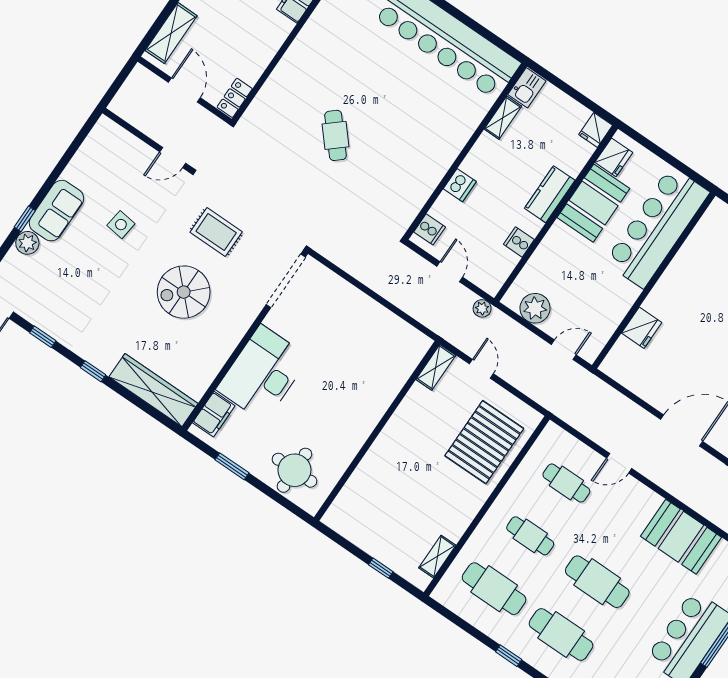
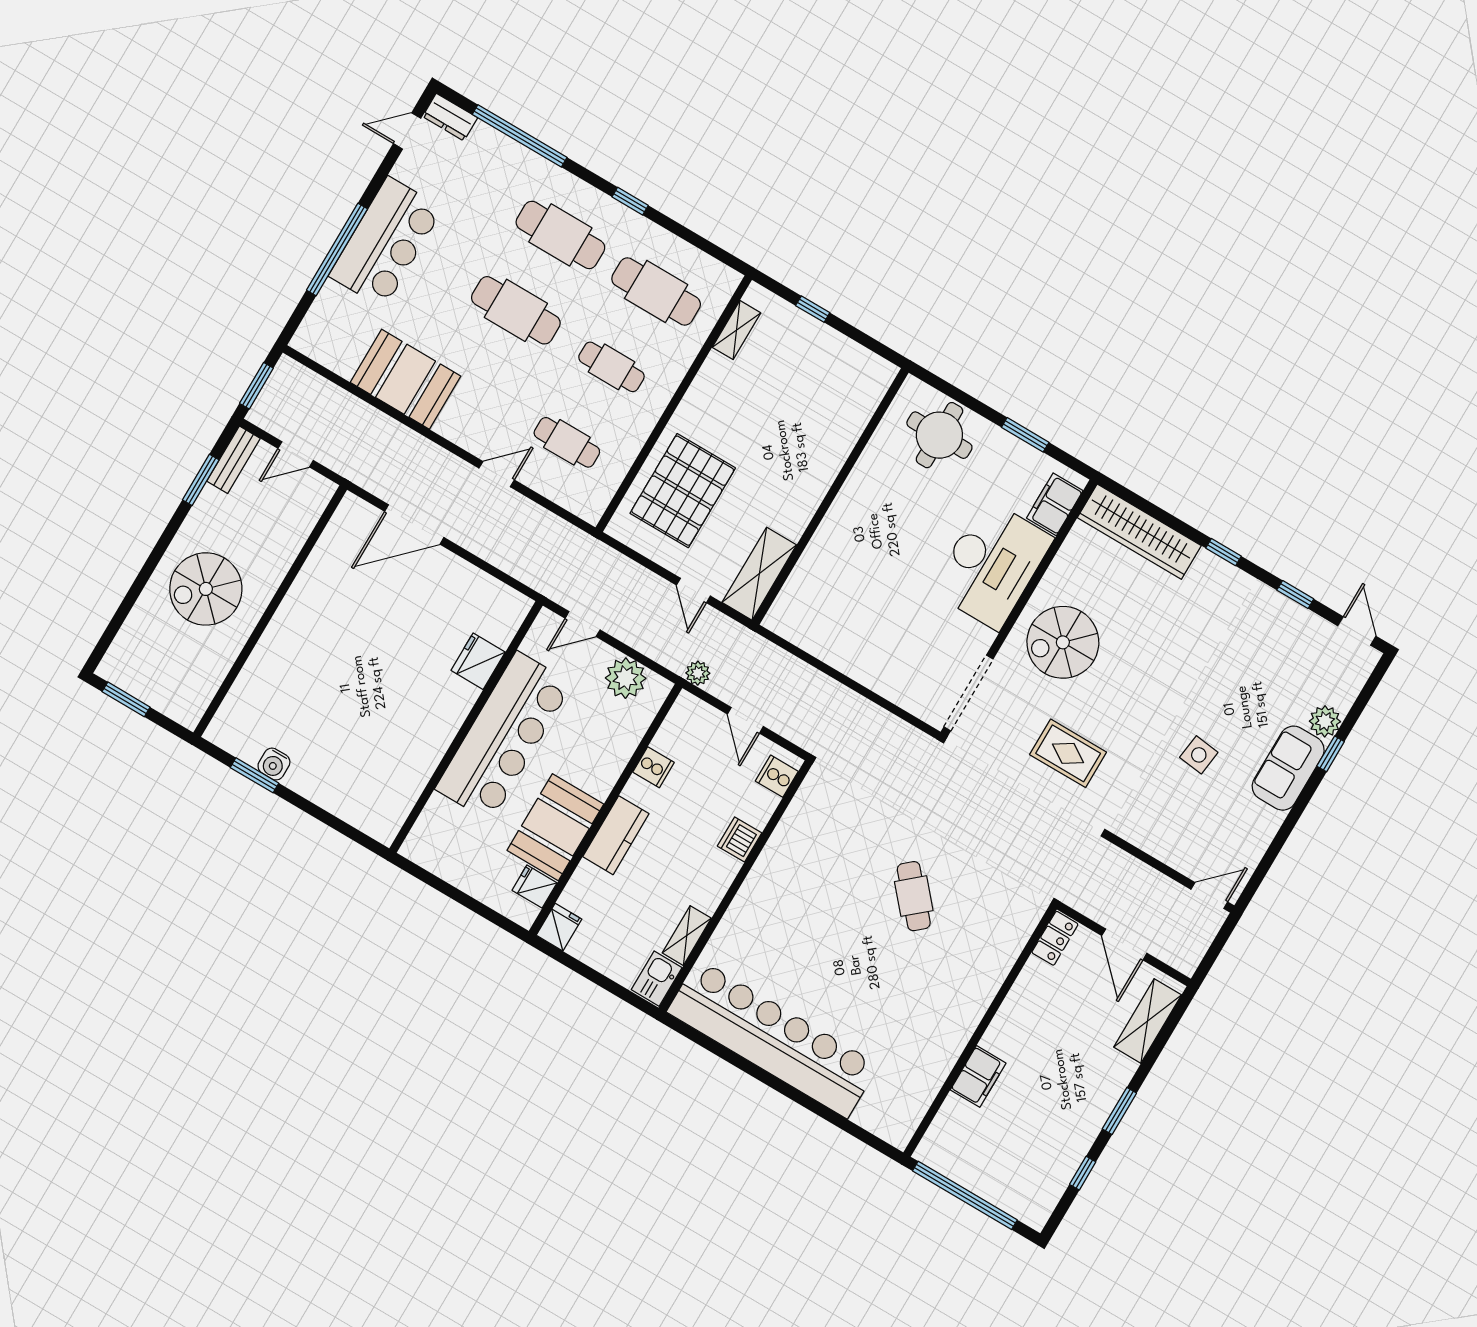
door: (173, 157) -> (1209, 896), moved
fridge: (614, 157) -> (535, 887), width x0.72
bar counter: (657, 227) -> (504, 736), moved
spiral stairs: (184, 292) -> (1063, 642), moved, turned 180
shelving: (436, 367) -> (759, 574), width x1.50, depth x1.33

